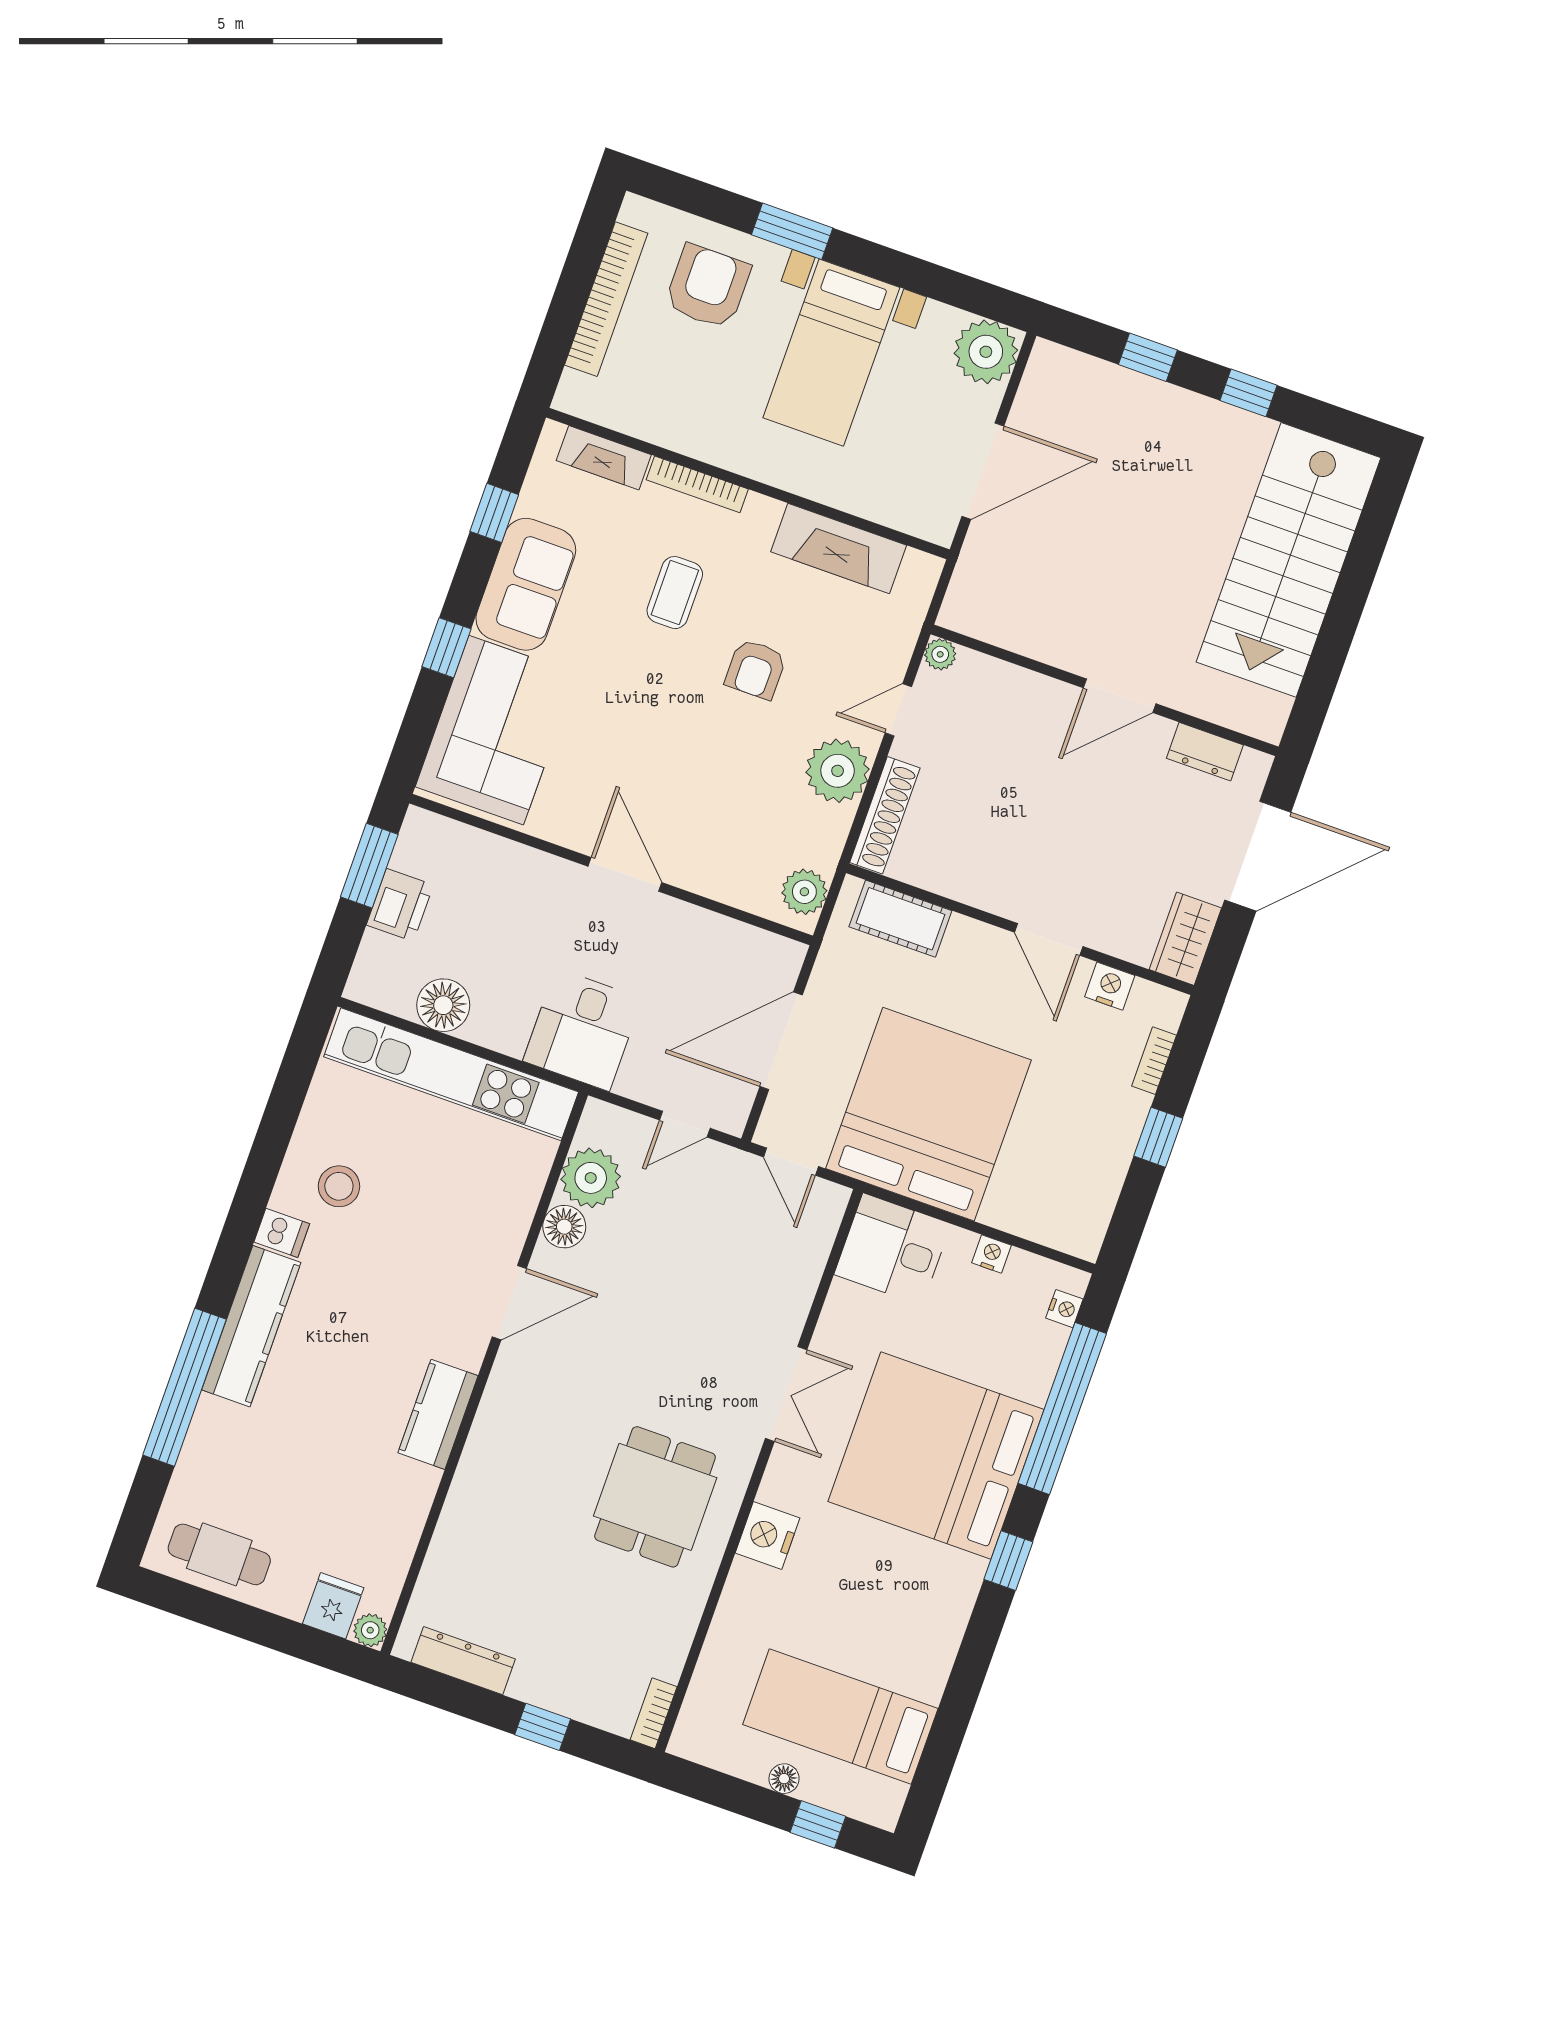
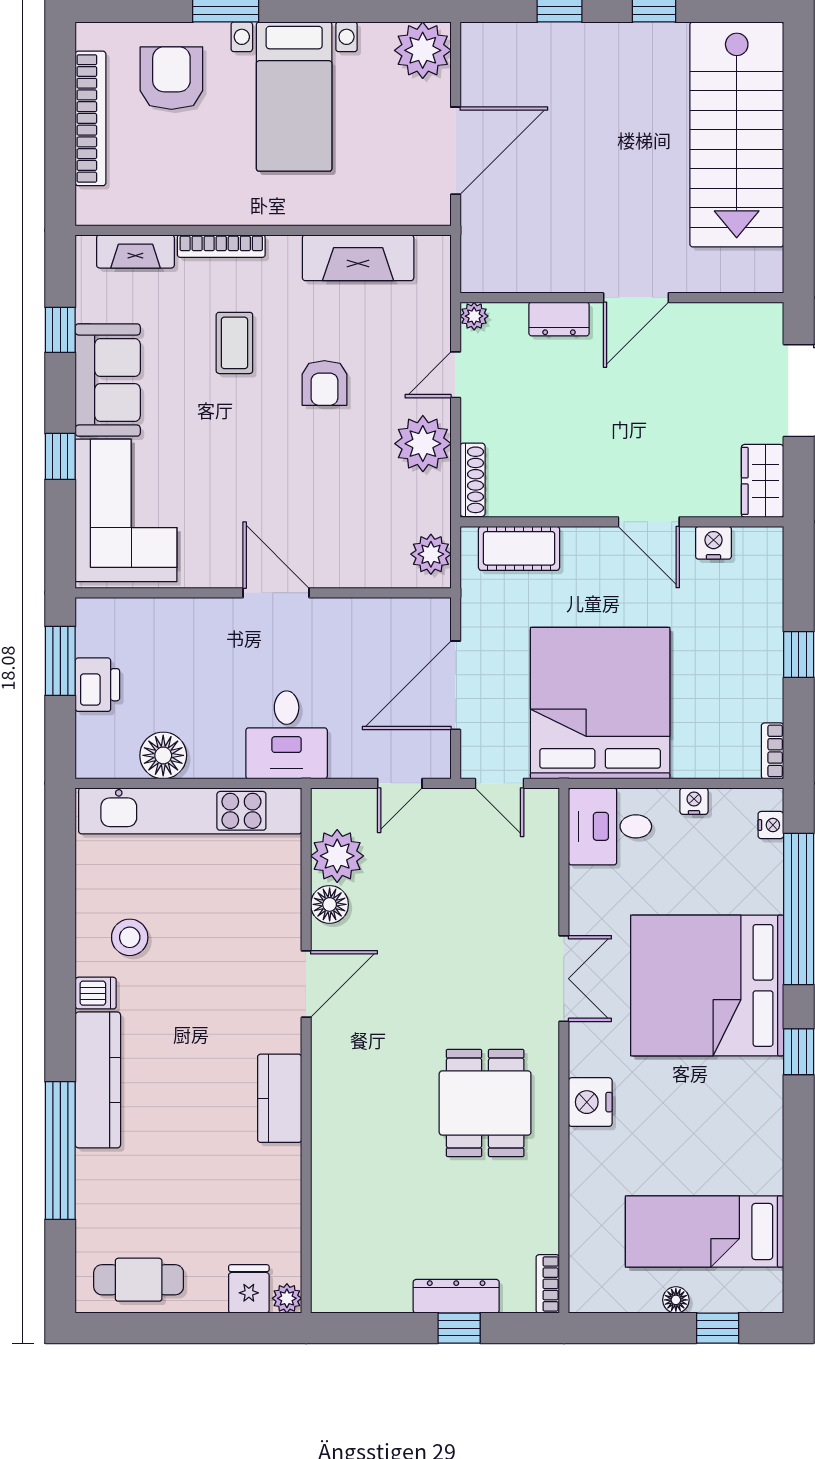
dresser: (1205, 752) -> (559, 319), moved
shoe rack: (885, 815) -> (473, 480), width x0.74, depth x0.81
bookcase: (1154, 1061) -> (772, 751), moved
dresser: (463, 1661) -> (456, 1296), moved

